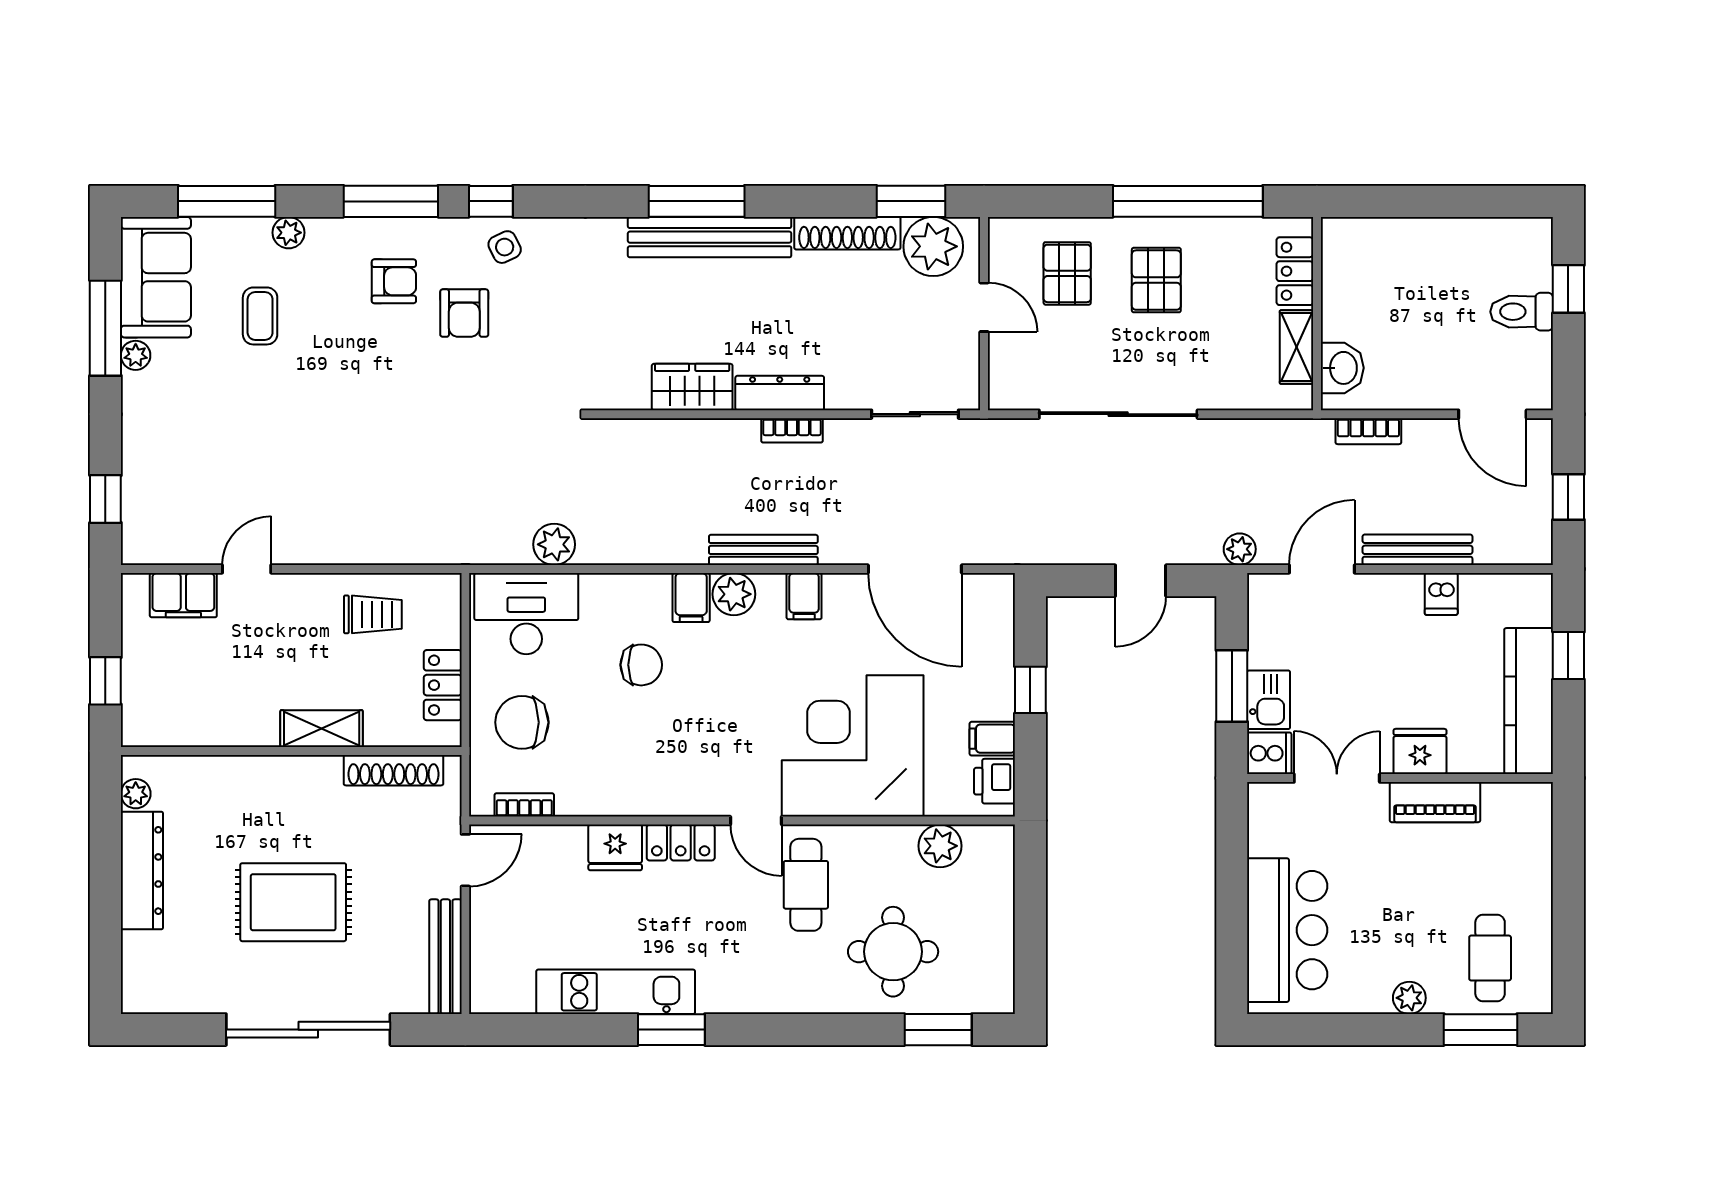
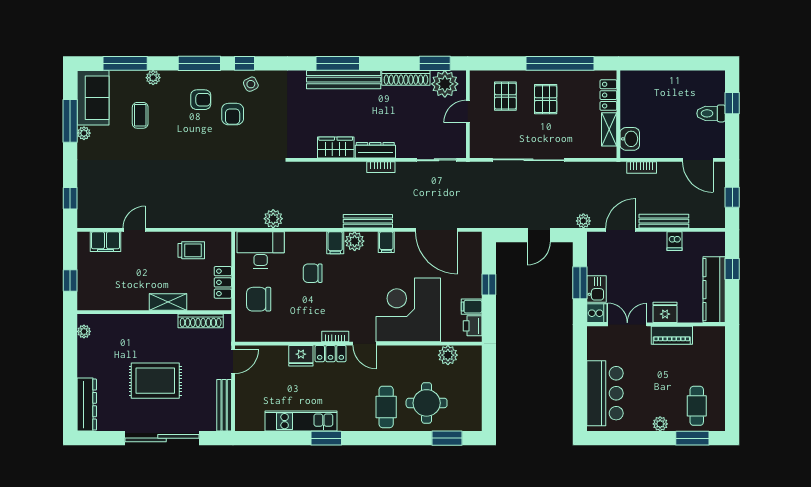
door: (984, 307) -> (468, 111), swing flipped
chair: (641, 665) -> (313, 273), turned 180
bookcase: (524, 805) -> (335, 337), moved
dresser: (142, 870) -> (87, 405), moved
cafe table: (806, 885) -> (386, 407), moved

